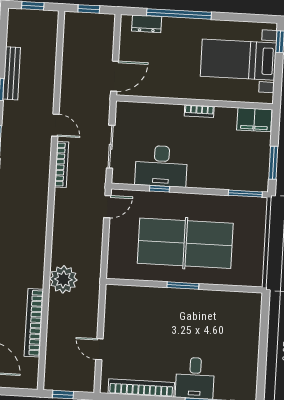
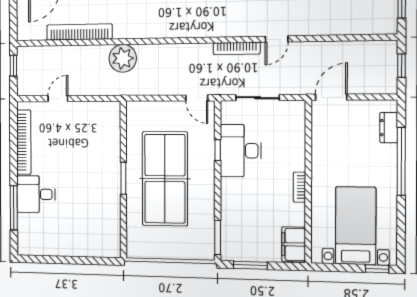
door: (115, 76) -> (331, 97), swing flipped

